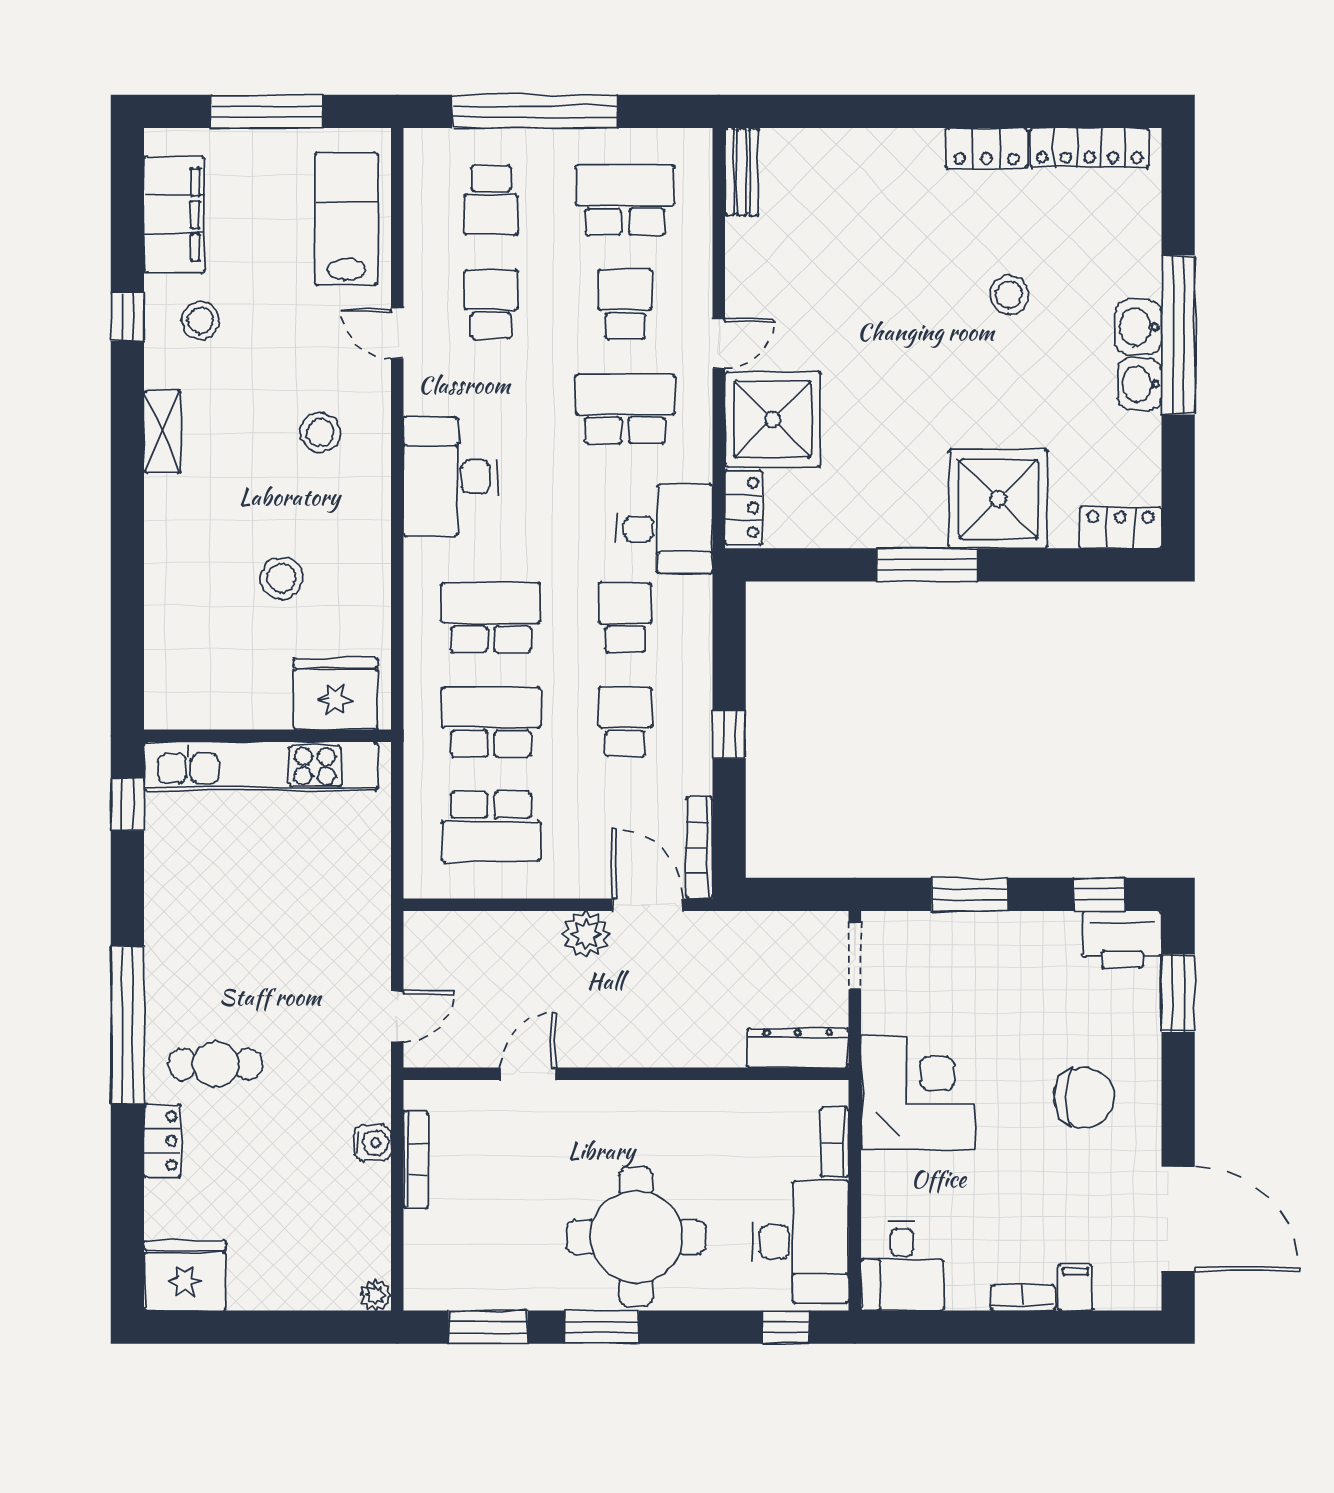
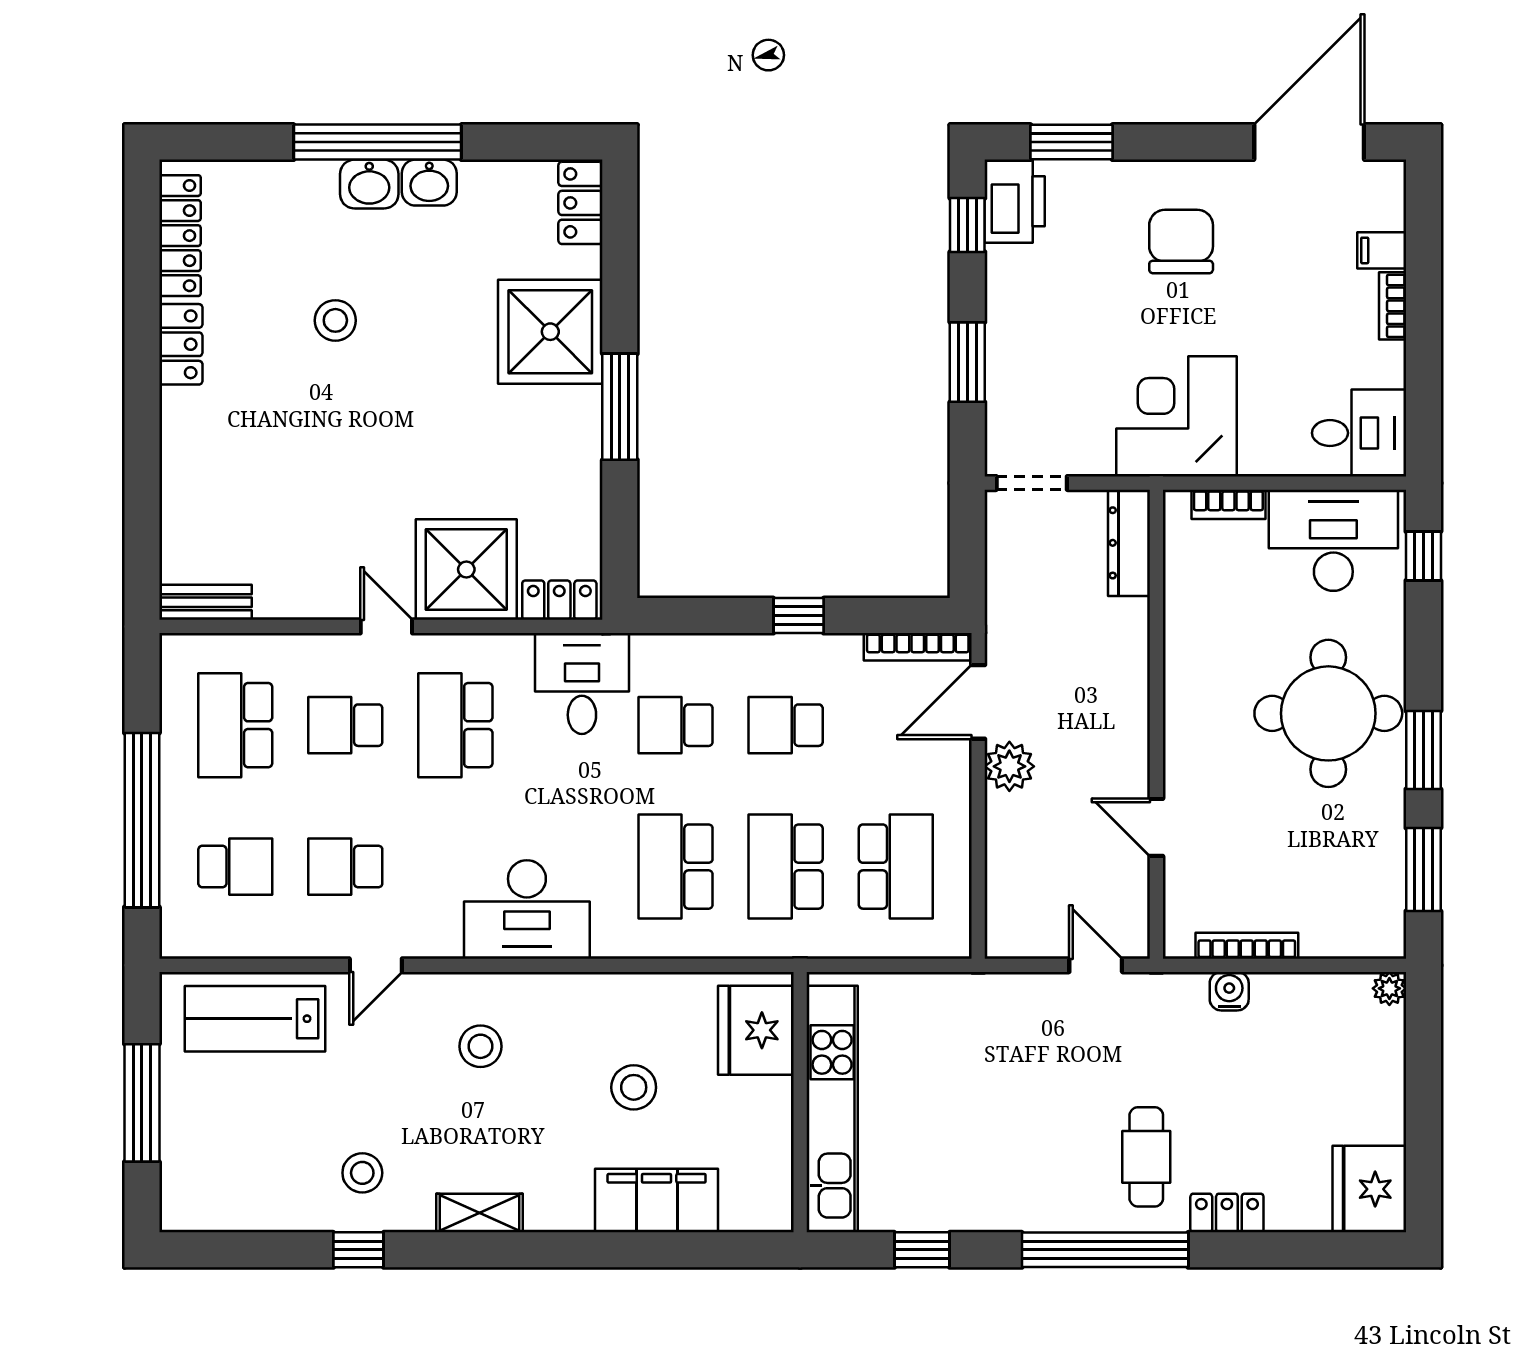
filing cabinet: (174, 215) -> (657, 1201), moved
window: (127, 804) -> (922, 1250), moved

